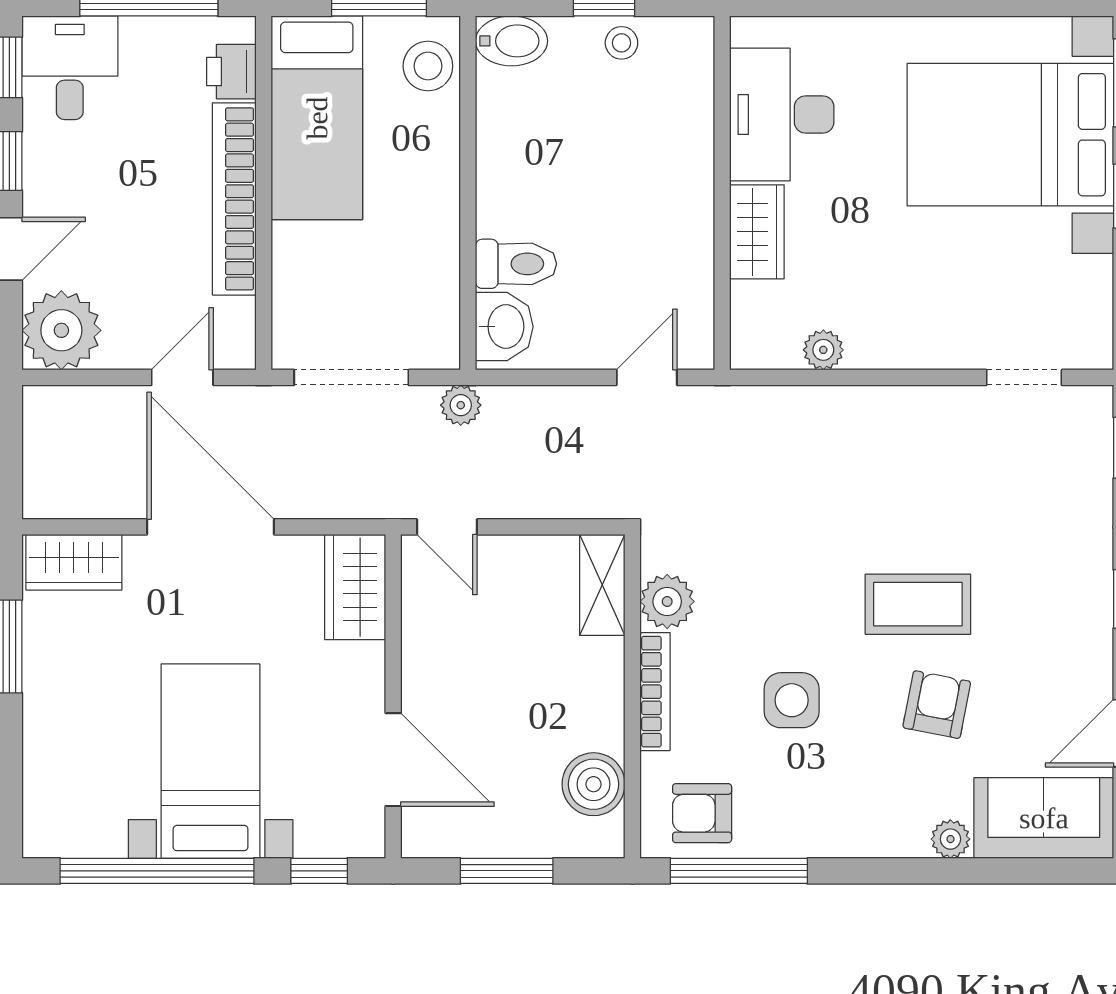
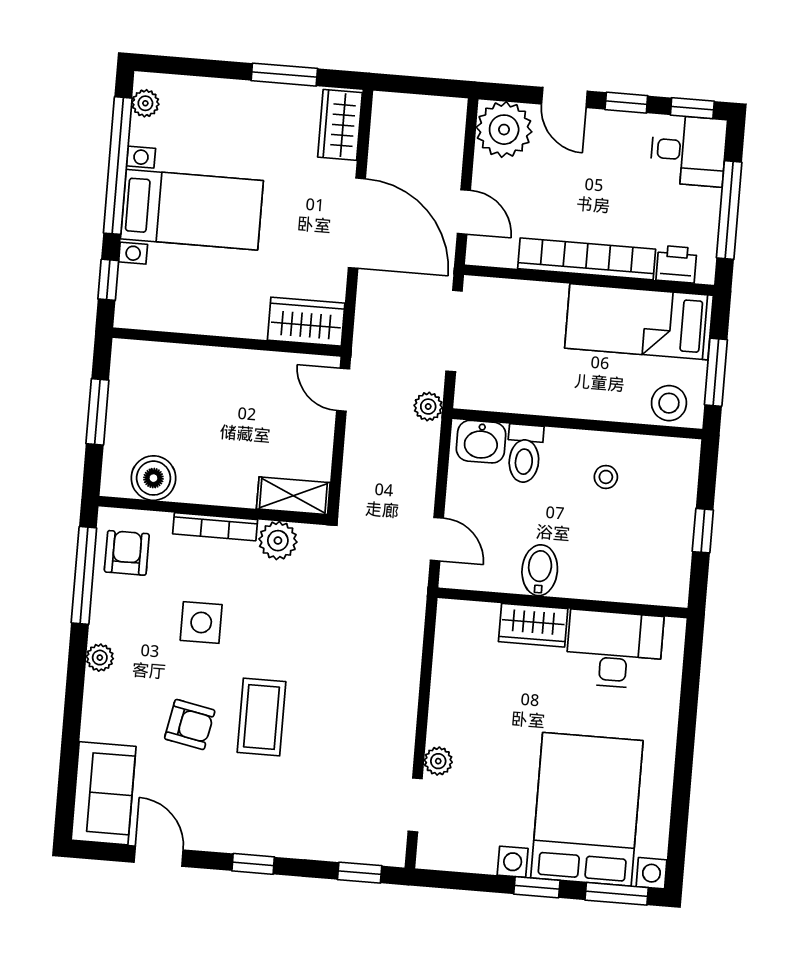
bidet: (512, 41) -> (540, 570), moved, turned 180
stool: (621, 43) -> (606, 477), moved
plant: (823, 350) -> (438, 761), moved
door: (210, 527) -> (357, 223), hinge flipped
door: (447, 527) -> (343, 390), hinge flipped
door: (393, 760) -> (182, 338), removed
plant: (66, 839) -> (145, 103), added
plant: (950, 839) -> (100, 658), moved

